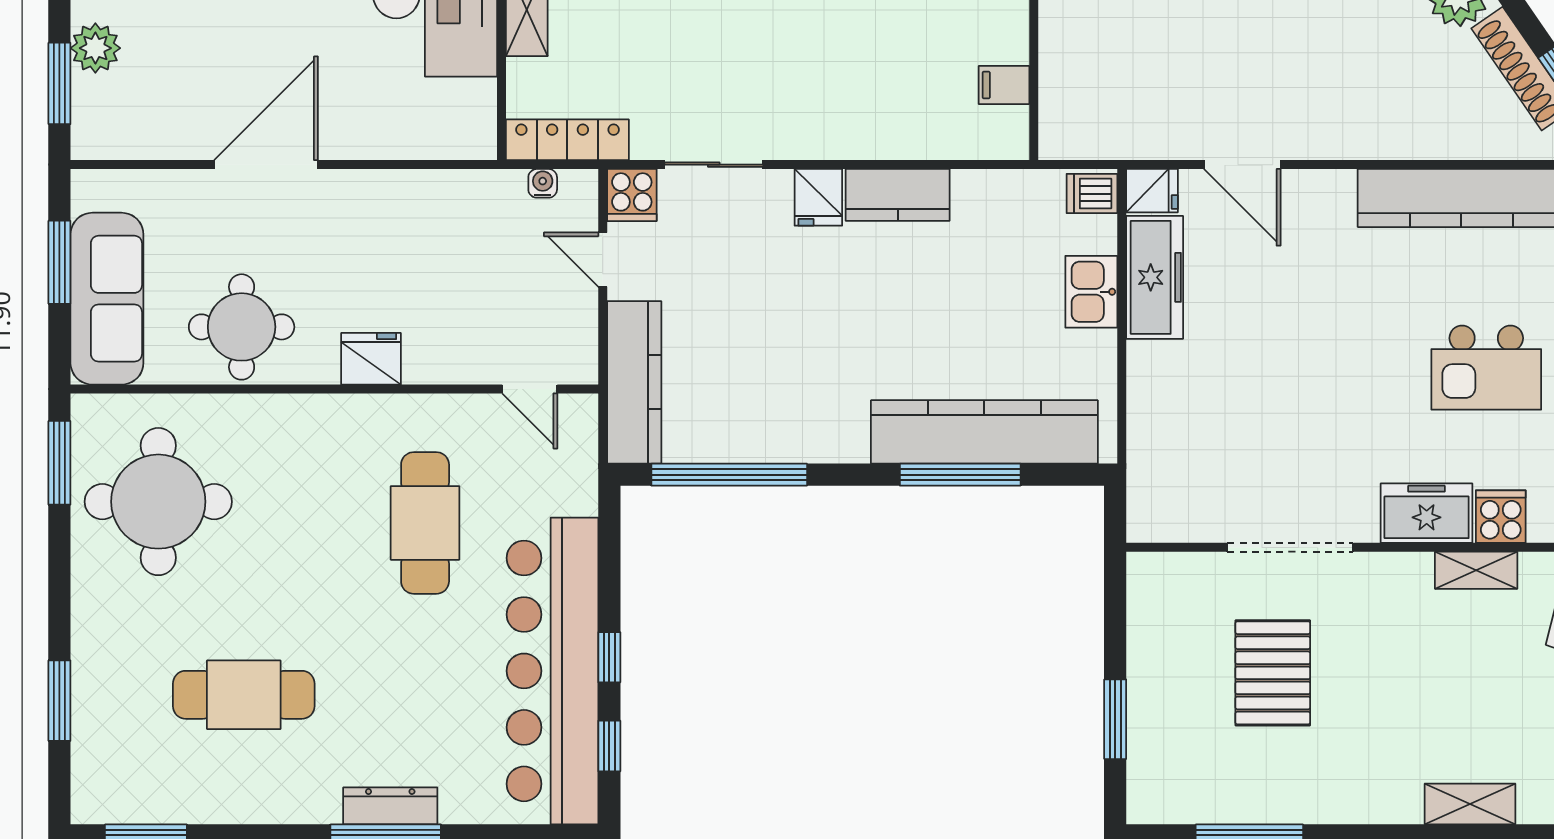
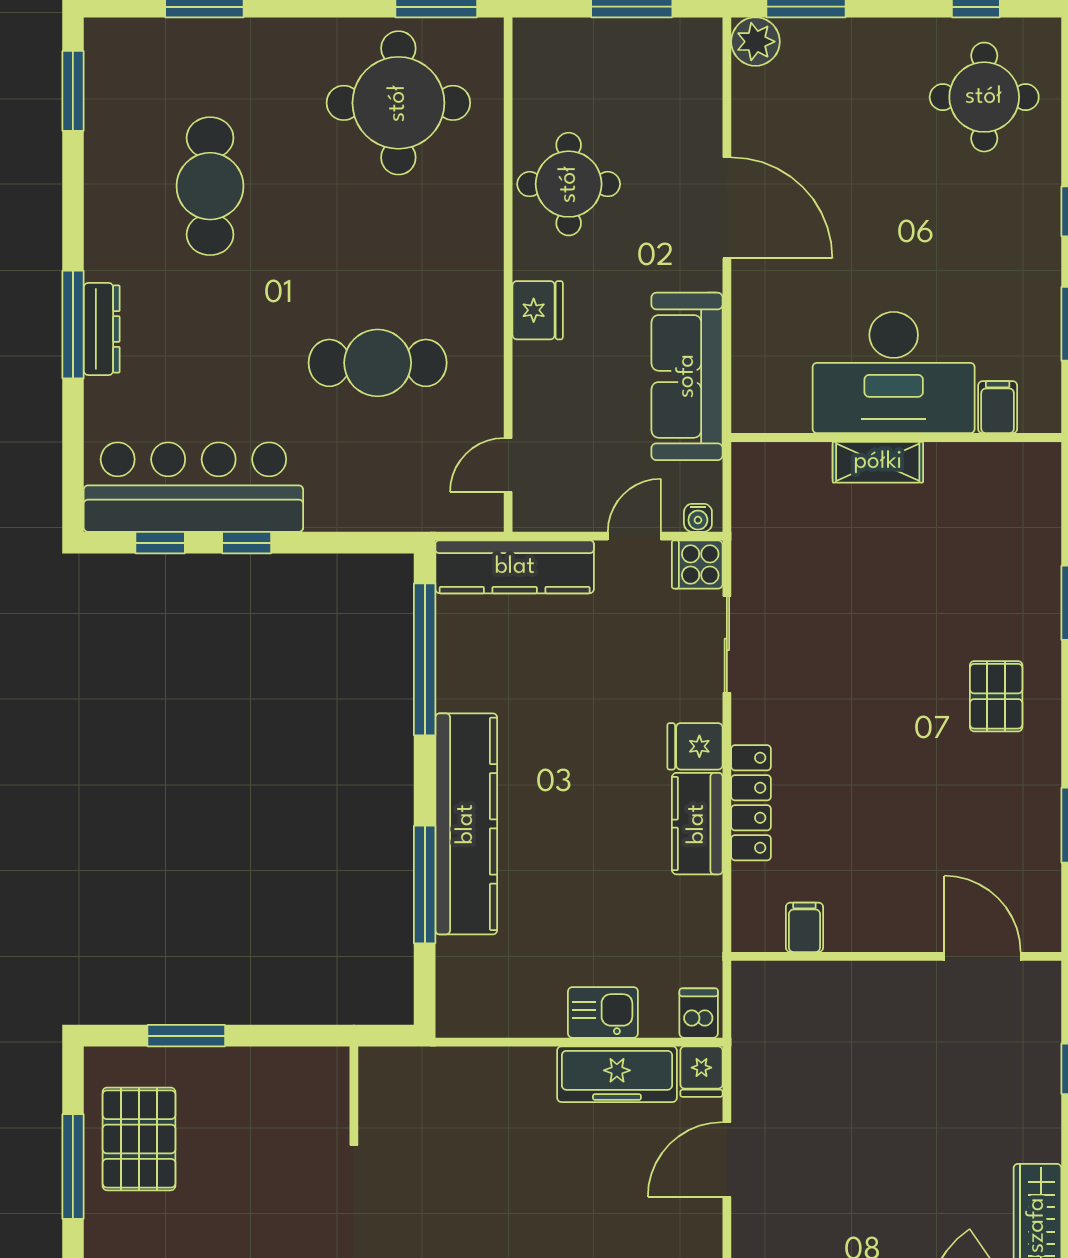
plant: (95, 48) -> (755, 42), moved
locker: (567, 140) -> (751, 803), moved
water cooler: (543, 183) -> (698, 518), moved, turned 90
sofa: (107, 299) -> (687, 376), moved, turned 90
kitchen counter: (984, 432) -> (466, 824), moved
bar counter: (552, 671) -> (193, 487), width x0.73
pallet: (1273, 673) -> (139, 1139), moved, turned 90

